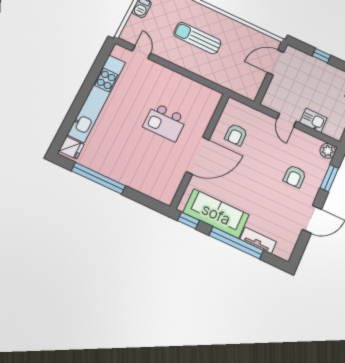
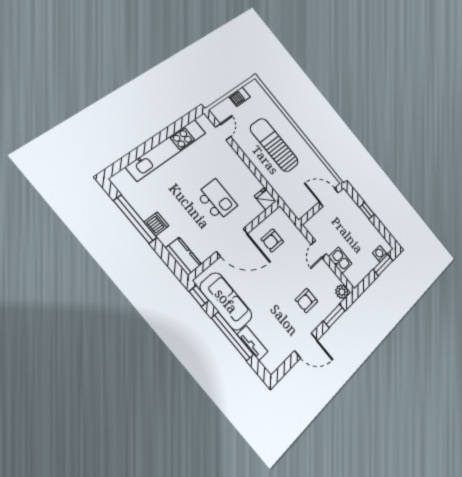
sun lounger: (197, 38) -> (274, 145), width x1.36, depth x1.34
kitchen island: (165, 122) -> (217, 200), turned 180
fridge: (71, 148) -> (265, 199), moved, turned 180
dishwasher: (120, 173) -> (156, 224), added
kitchen counter: (158, 191) -> (183, 256), added

